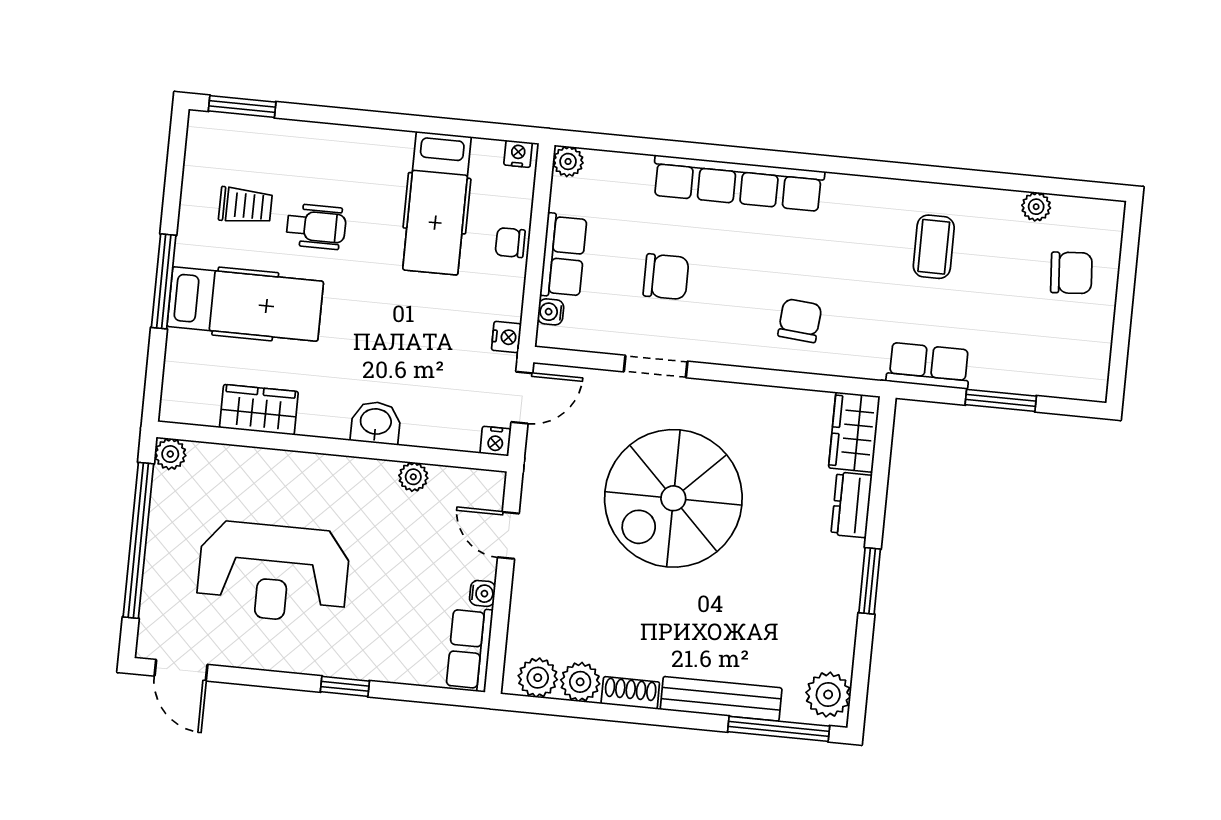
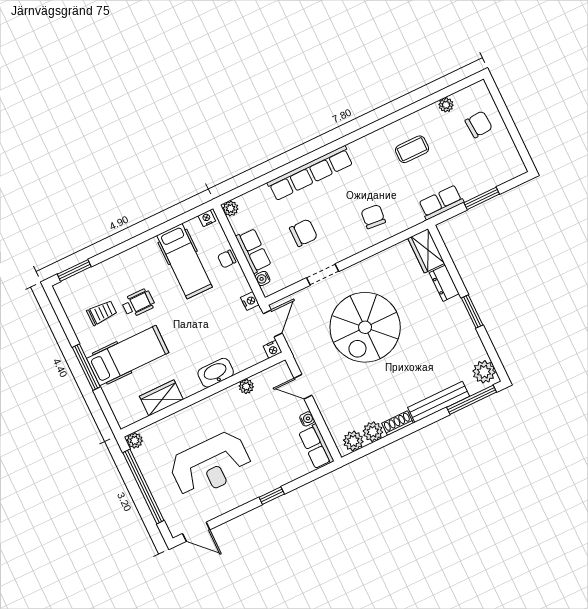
coffee table: (934, 247) -> (412, 149), turned 90
washbasin: (376, 423) -> (216, 373), width x1.38

